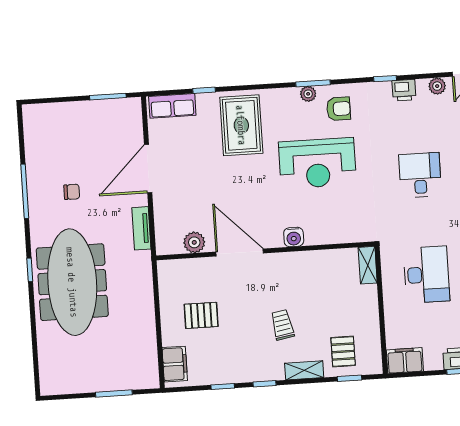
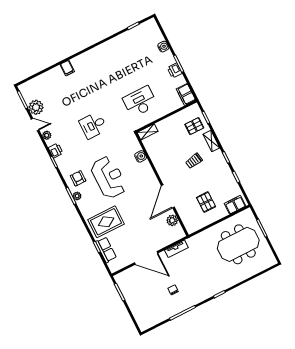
row of seats: (172, 106) -> (106, 250), moved
water cooler: (294, 237) -> (141, 156), moved
meeting table: (72, 282) -> (238, 244), moved, width x0.73

